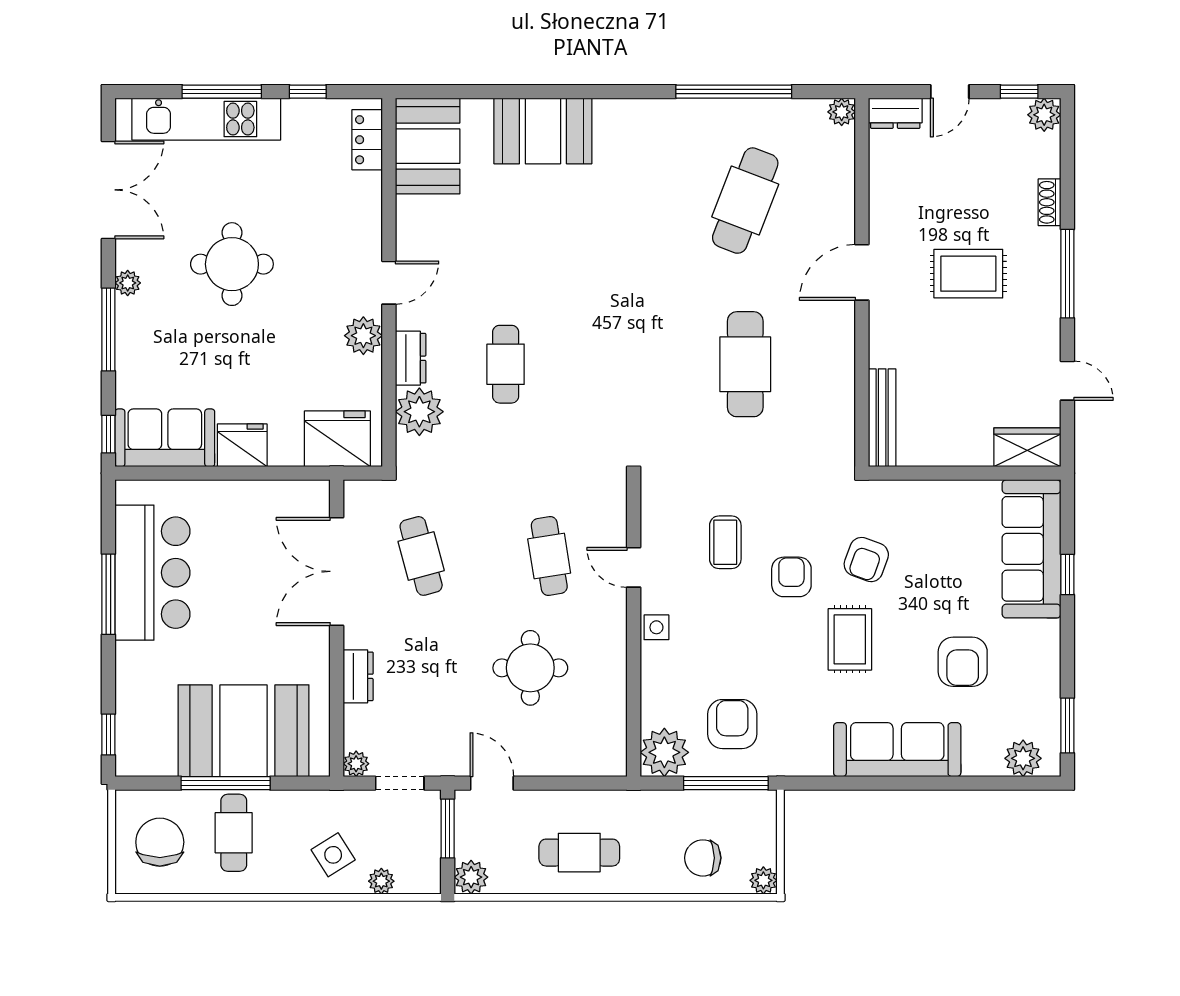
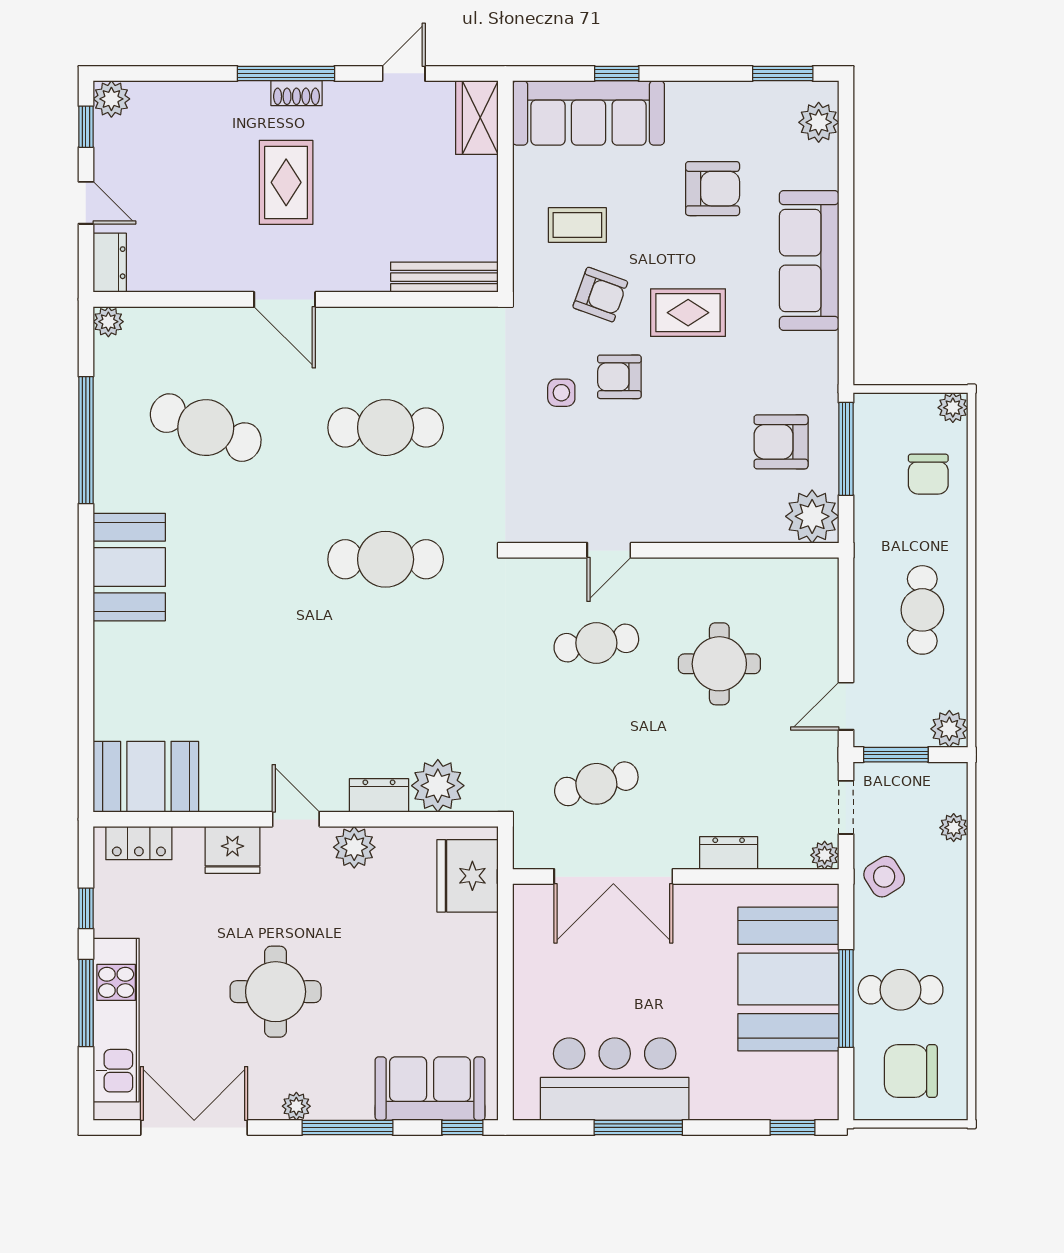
booth: (543, 131) -> (129, 567), moved
shoe rack: (1050, 202) -> (296, 93), moved
cafe table: (506, 364) -> (386, 559), moved, width x1.37, depth x1.35
sofa: (165, 438) -> (430, 1089), moved, turned 90
fridge: (242, 445) -> (232, 850), moved, turned -90
coffee table: (725, 542) -> (577, 225), moved
side table: (656, 627) -> (561, 393), moved
side table: (333, 855) -> (884, 877), moved

